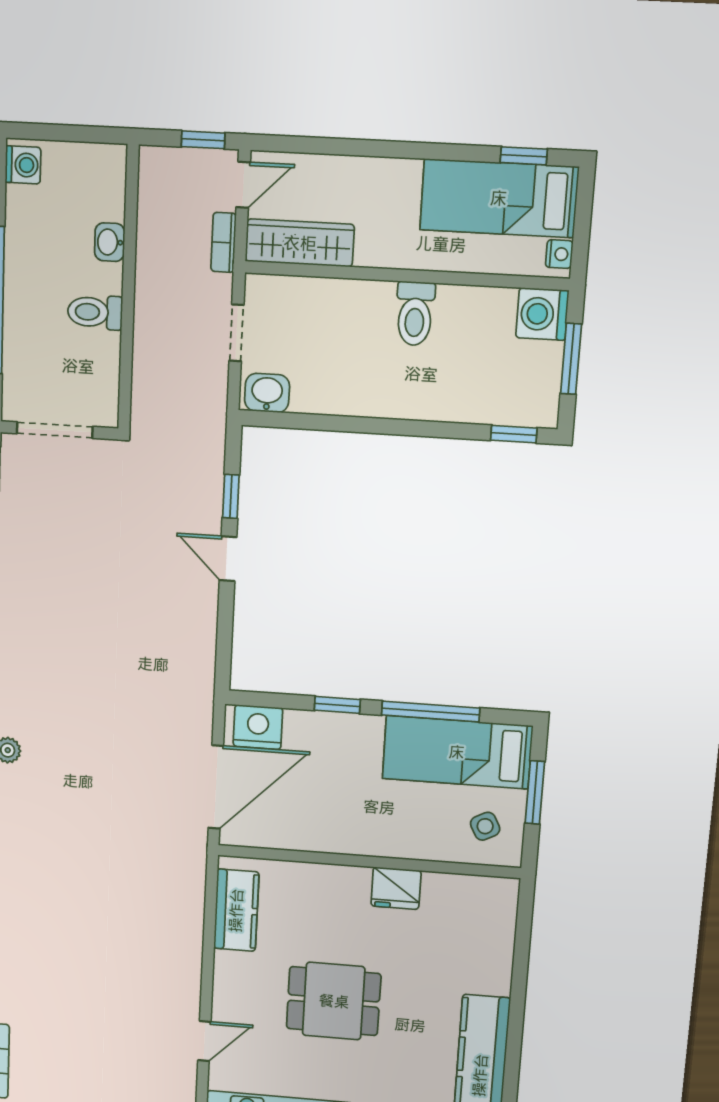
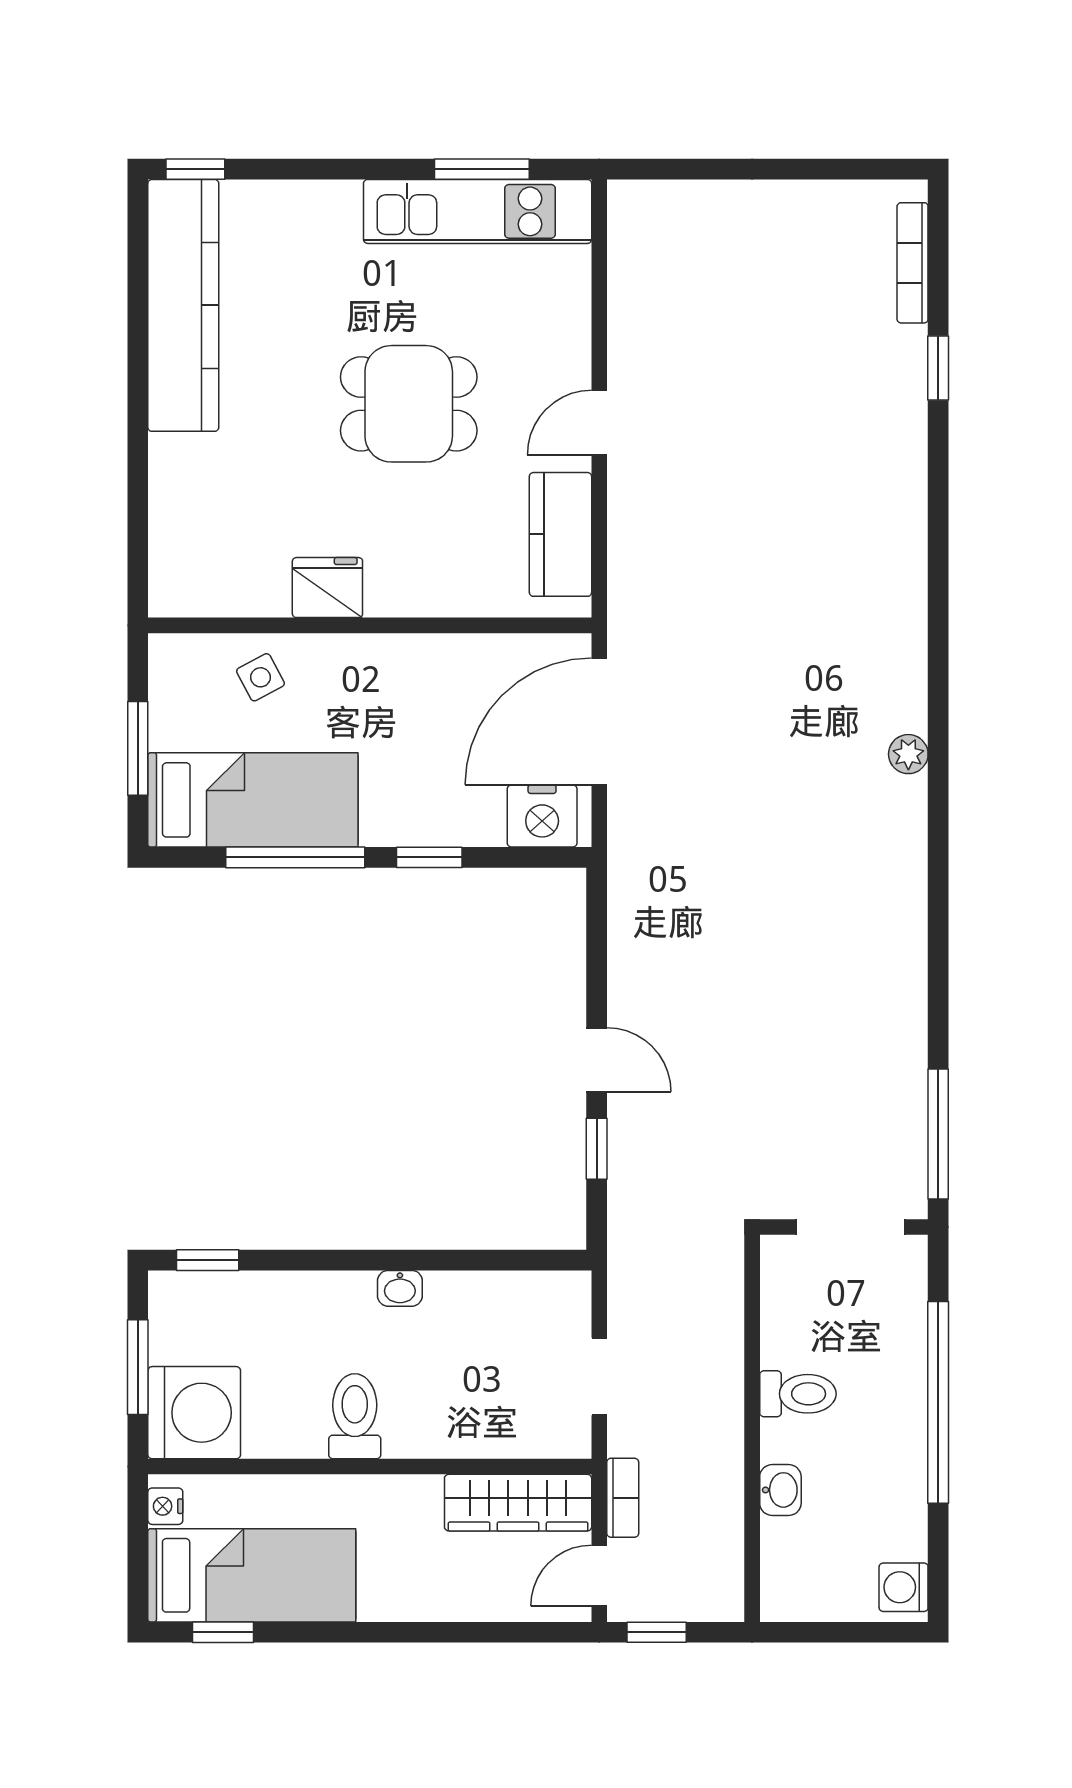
washing machine: (542, 314) -> (194, 1413), width x1.37, depth x1.37
washbasin: (267, 393) -> (400, 1288), moved, width x0.72, depth x0.69
side table: (485, 826) -> (261, 677), moved
door: (204, 1041) -> (599, 422), moved

